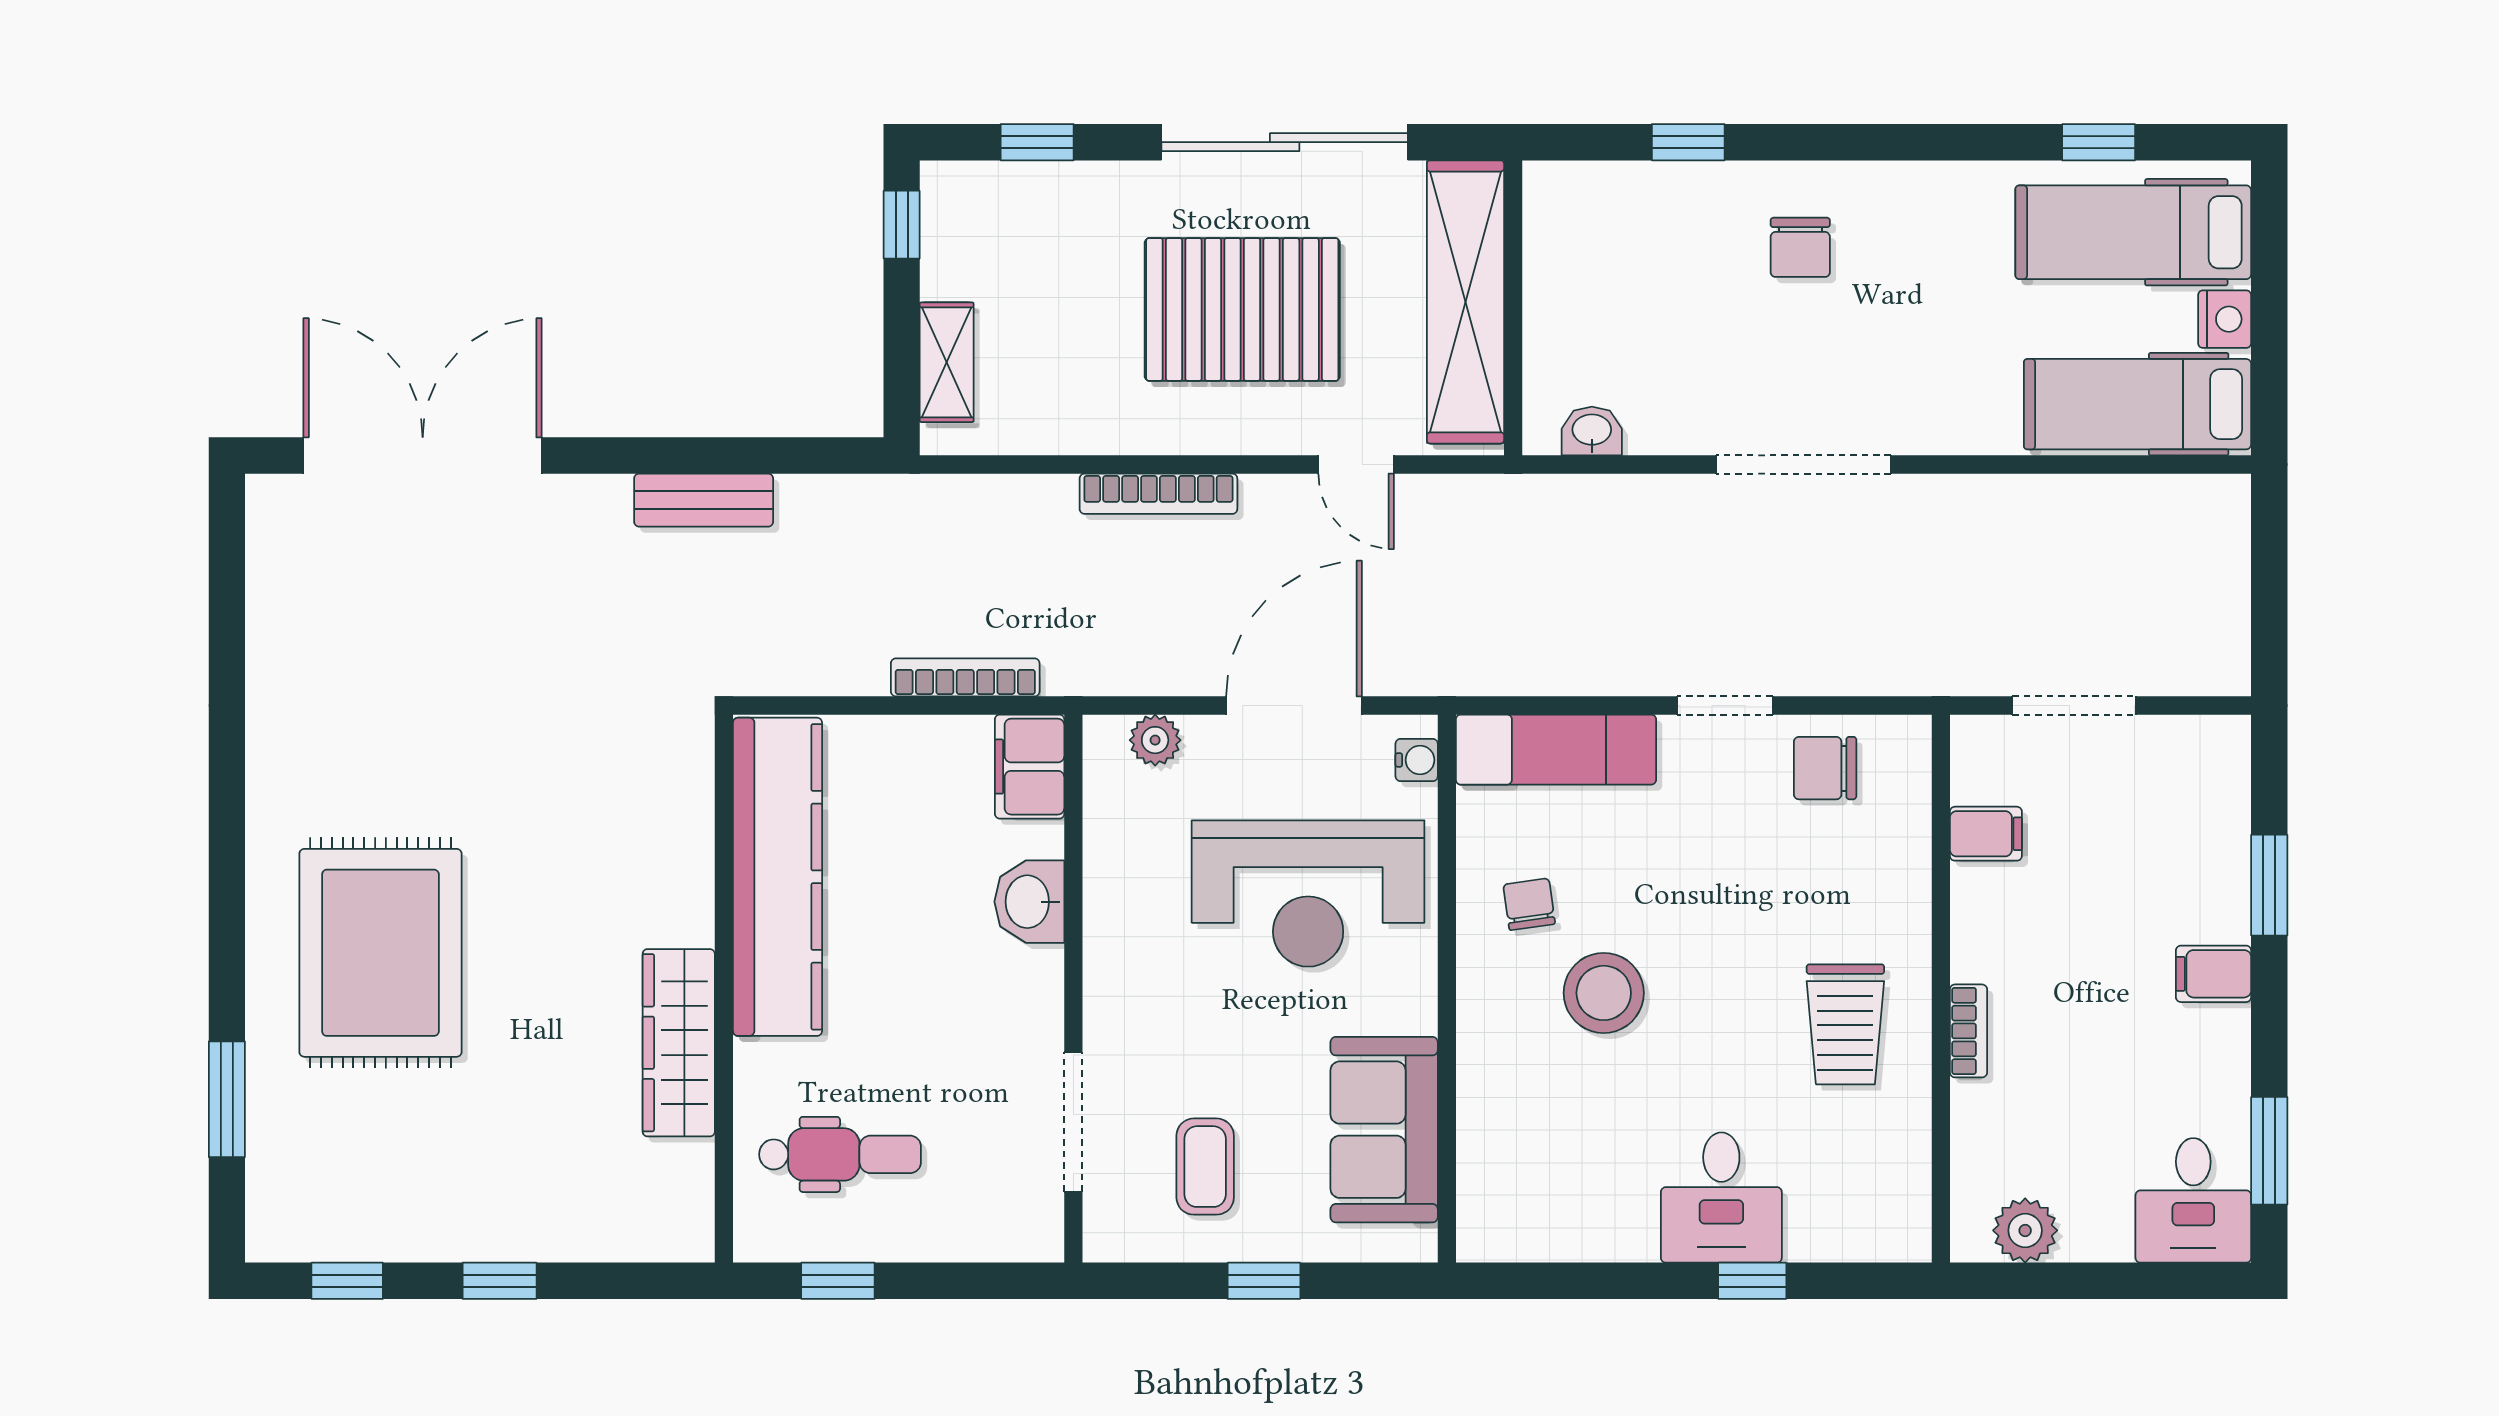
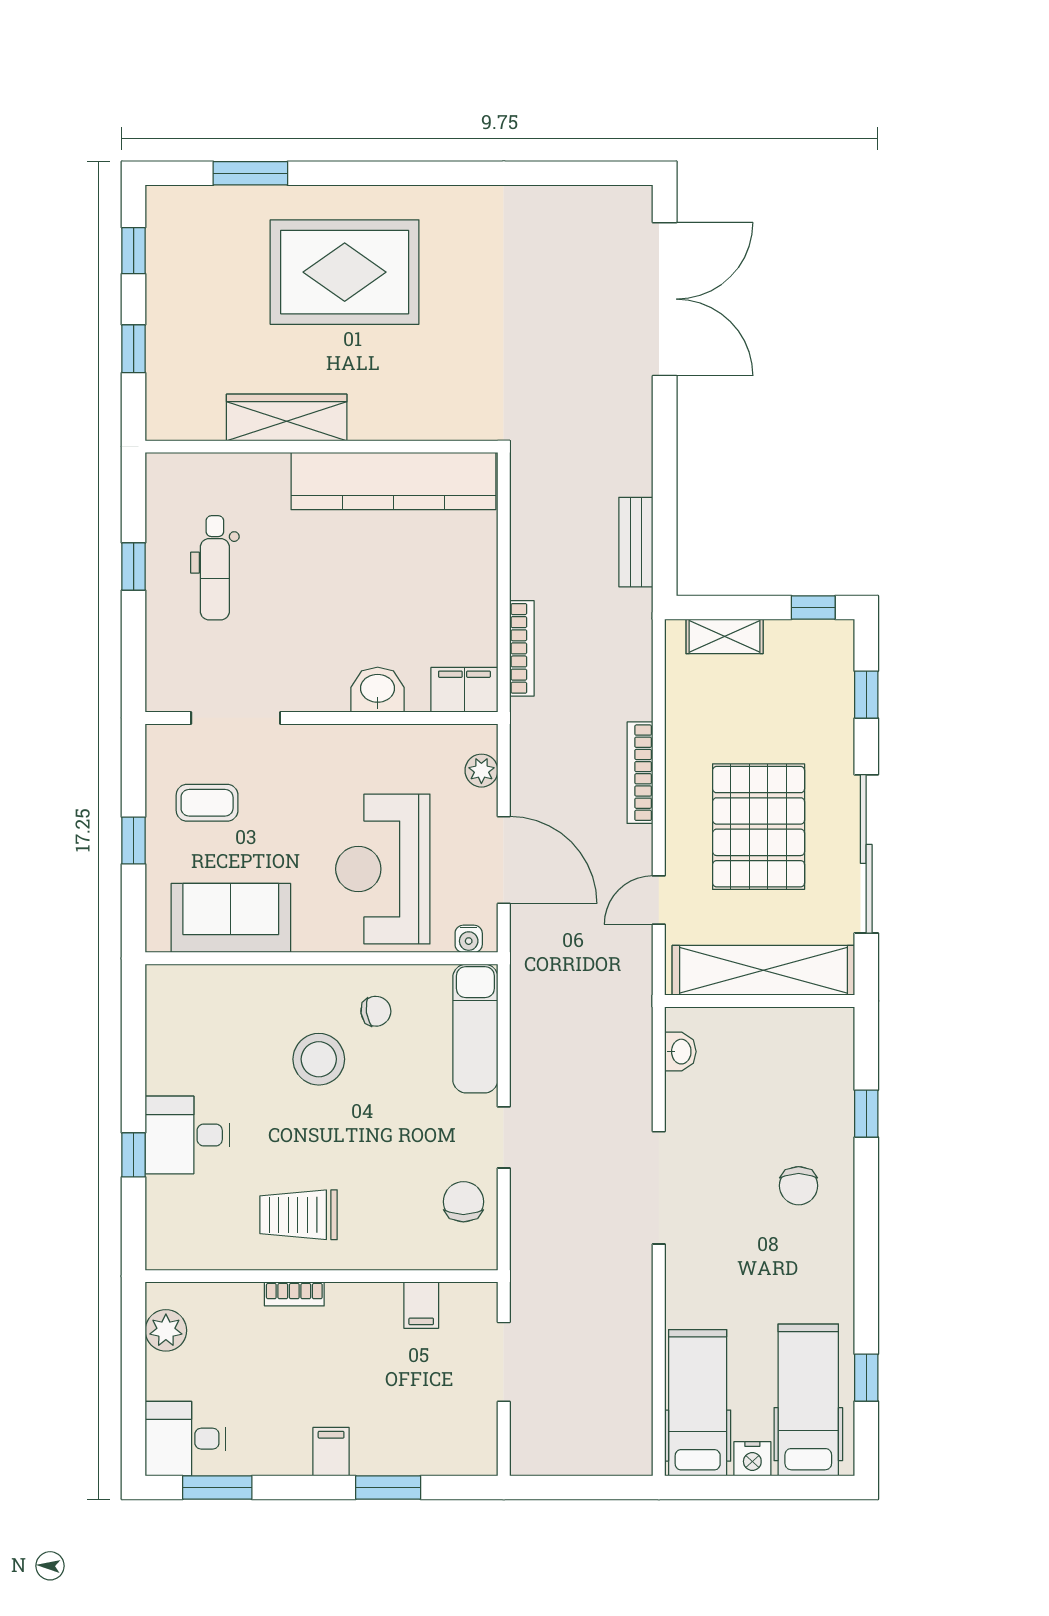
chair: (1800, 247) -> (799, 1186), turned -90
bench: (704, 500) -> (636, 542), moved
kitchen counter: (777, 877) -> (393, 481), moved
wall: (724, 989) -> (322, 447), moved
wardrobe: (679, 1043) -> (287, 417), moved

